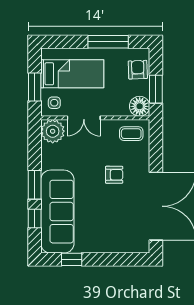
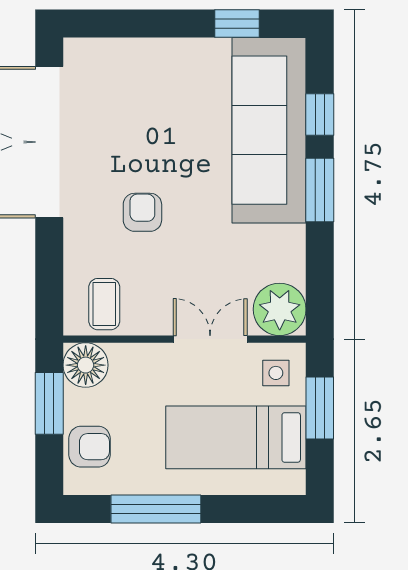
armchair: (138, 70) -> (90, 447), turned -88
coffee table: (131, 134) -> (104, 304), turned 90
armchair: (114, 175) -> (142, 212), turned 90

